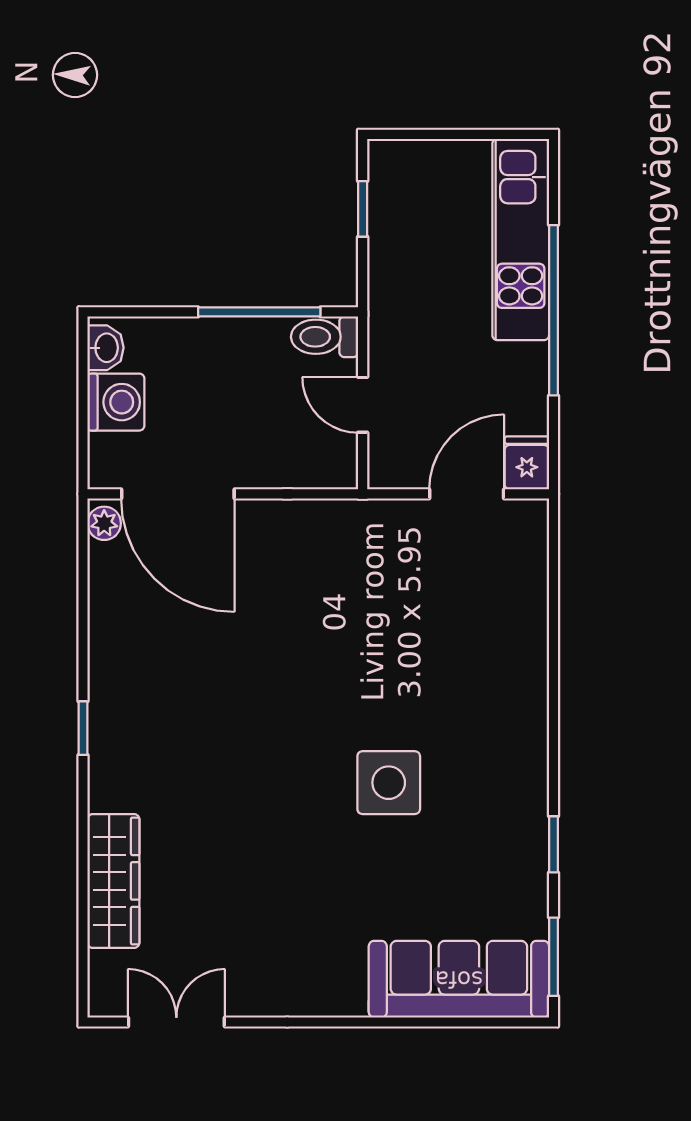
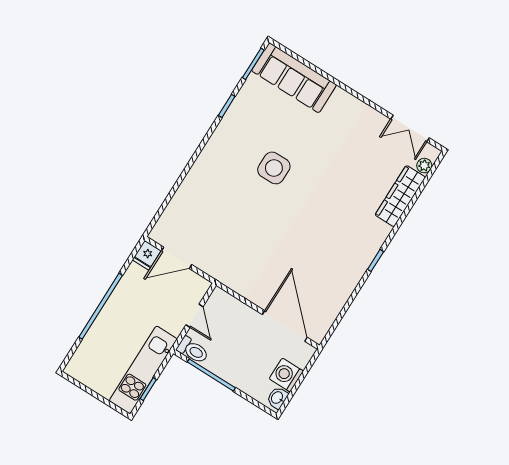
kitchen unit: (521, 240) -> (143, 370), moved, turned 180
plant: (104, 523) -> (424, 166), moved

